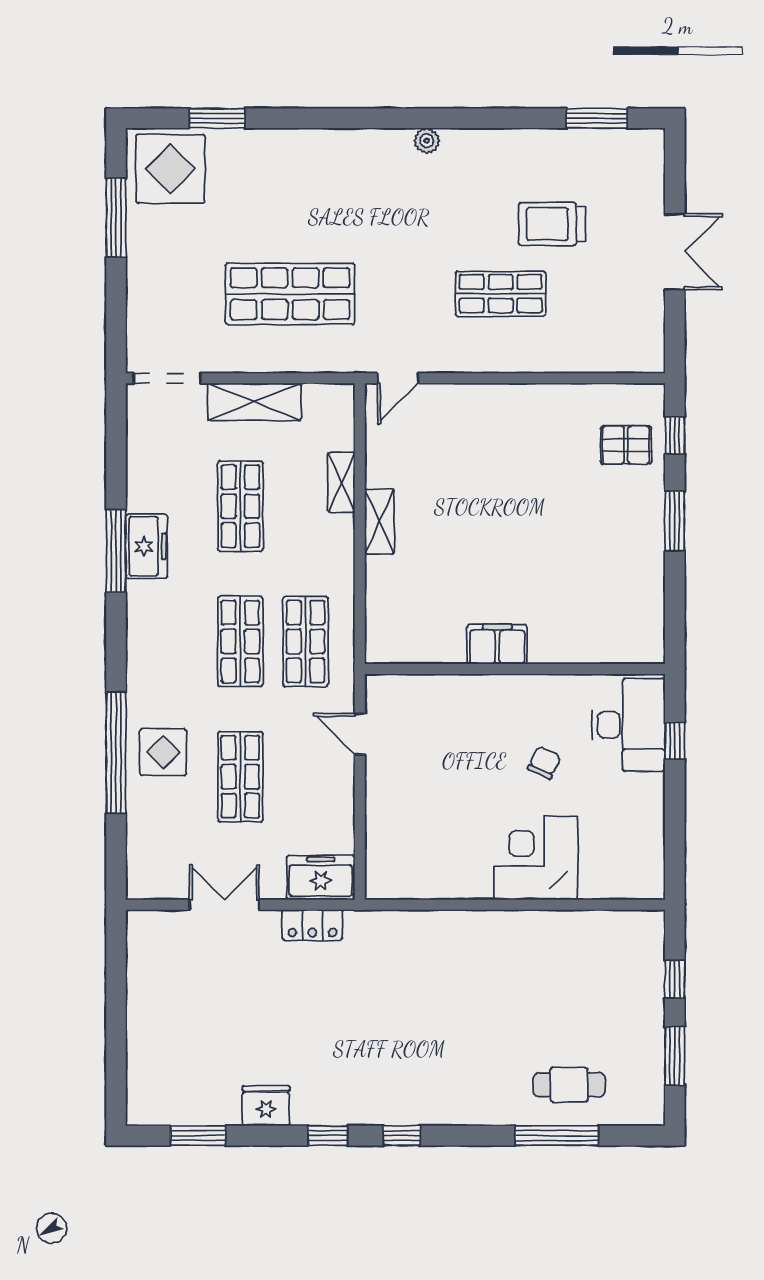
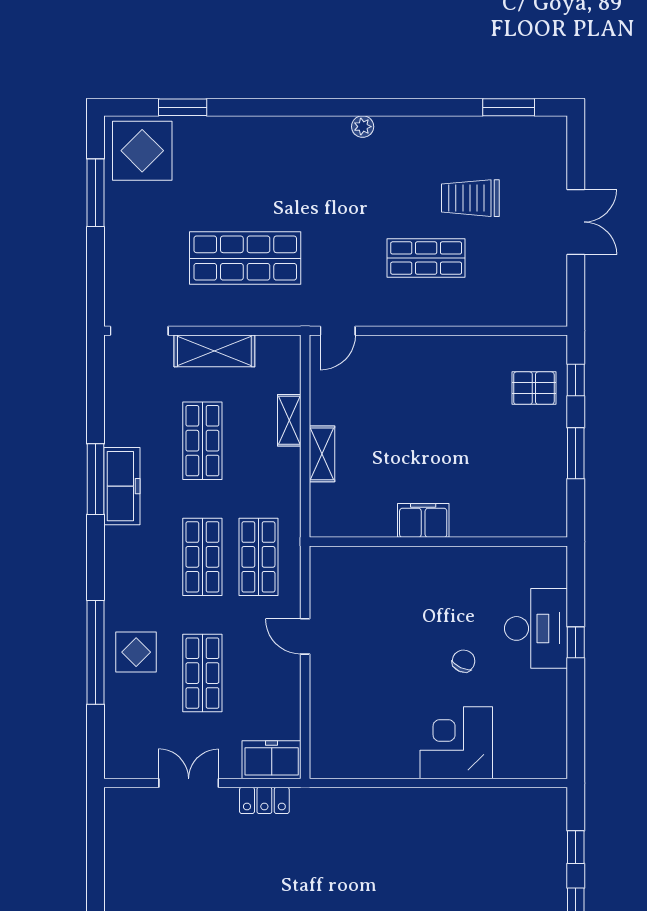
freezer: (147, 546) -> (122, 486), width x1.40
filing cabinet: (497, 644) -> (423, 520), moved
wall: (515, 669) -> (438, 542), moved

